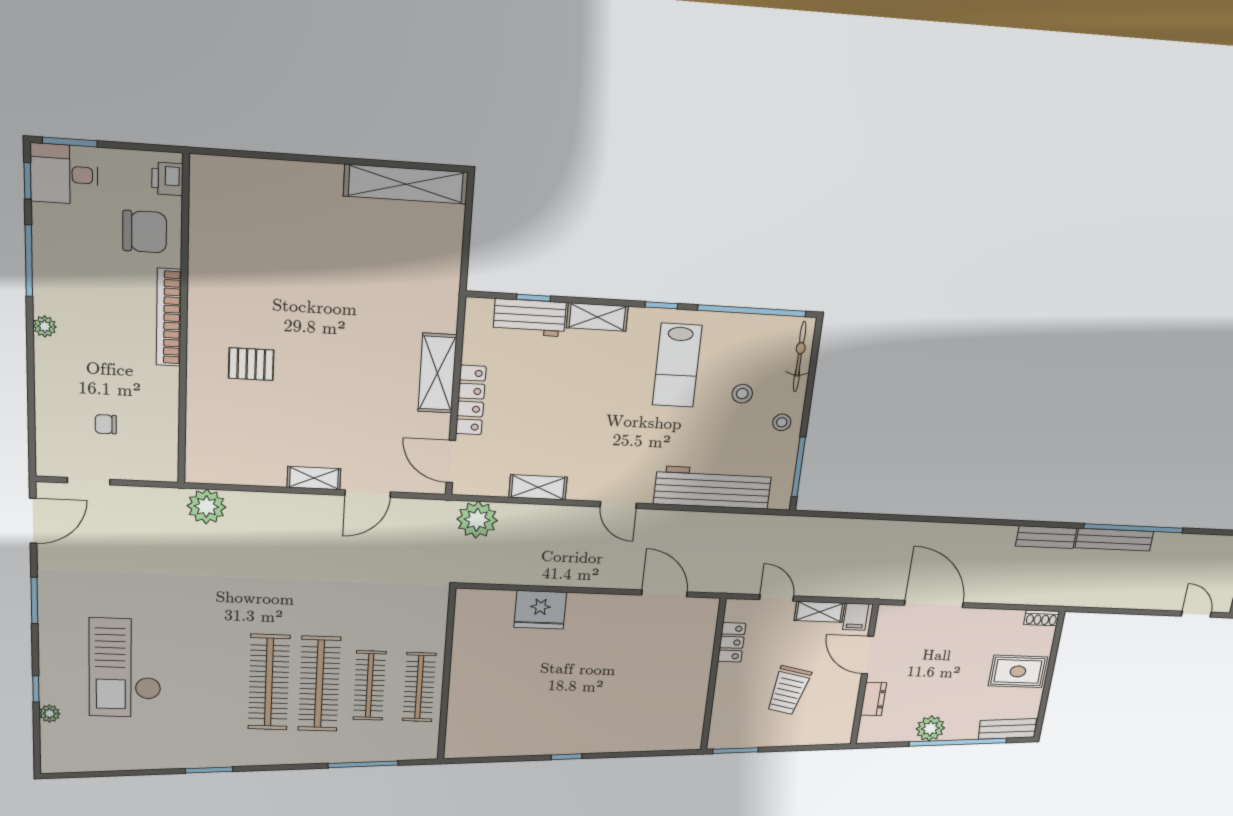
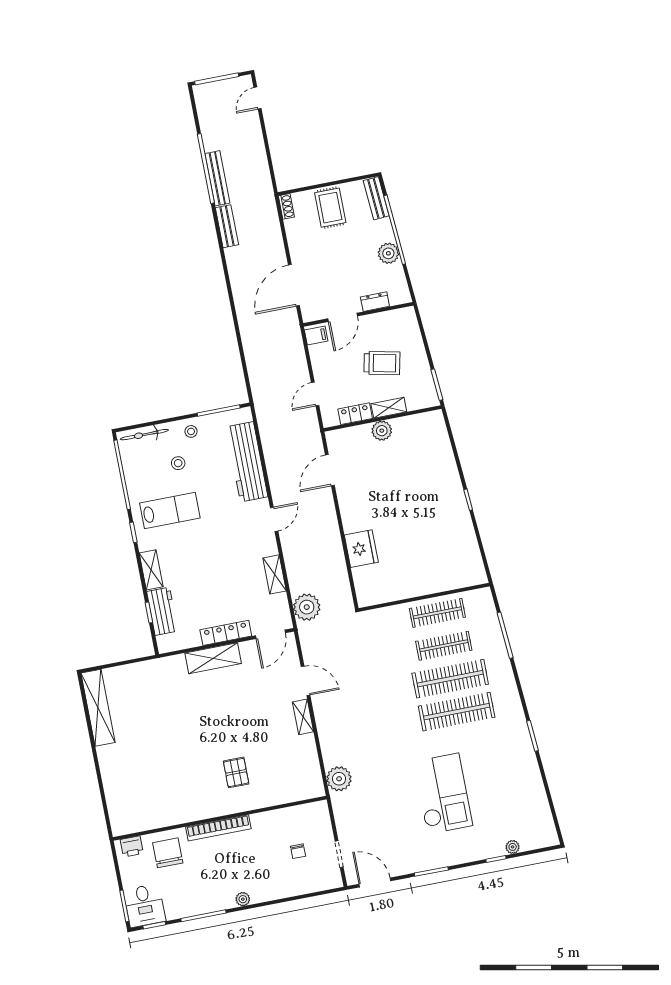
shelving: (819, 612) -> (389, 408), moved, turned 90
checkout: (125, 668) -> (443, 794), moved, turned -90
plant: (697, 671) -> (382, 431), added

